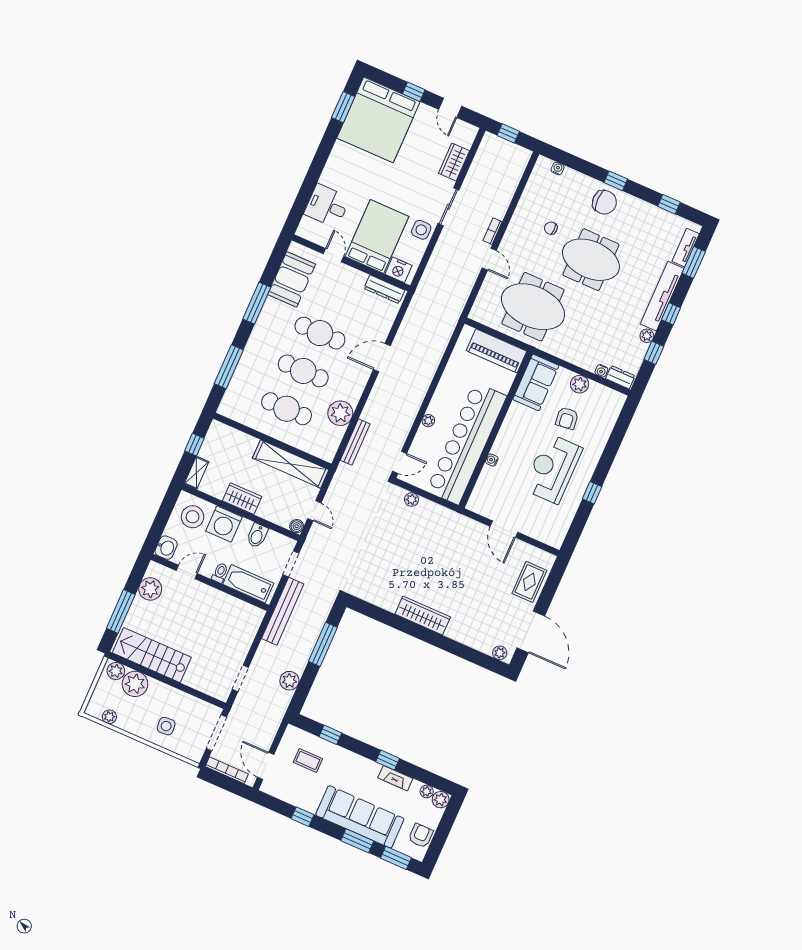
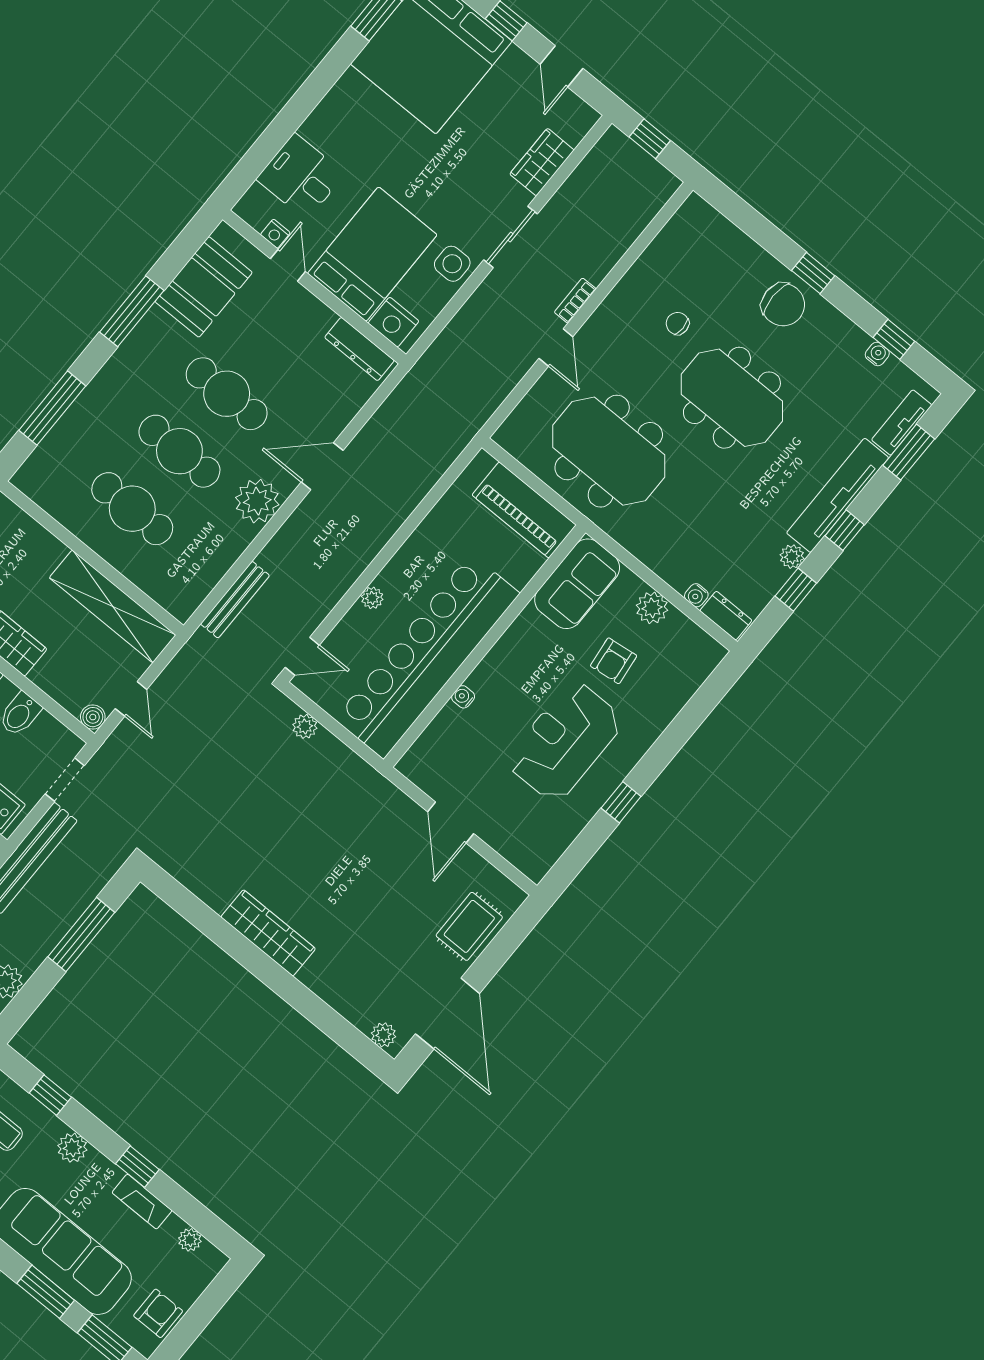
water cooler: (558, 168) -> (877, 354), moved
nightstand: (322, 240) -> (275, 234), added
plant: (340, 413) -> (257, 501), moved
plant: (441, 800) -> (72, 1148), moved

